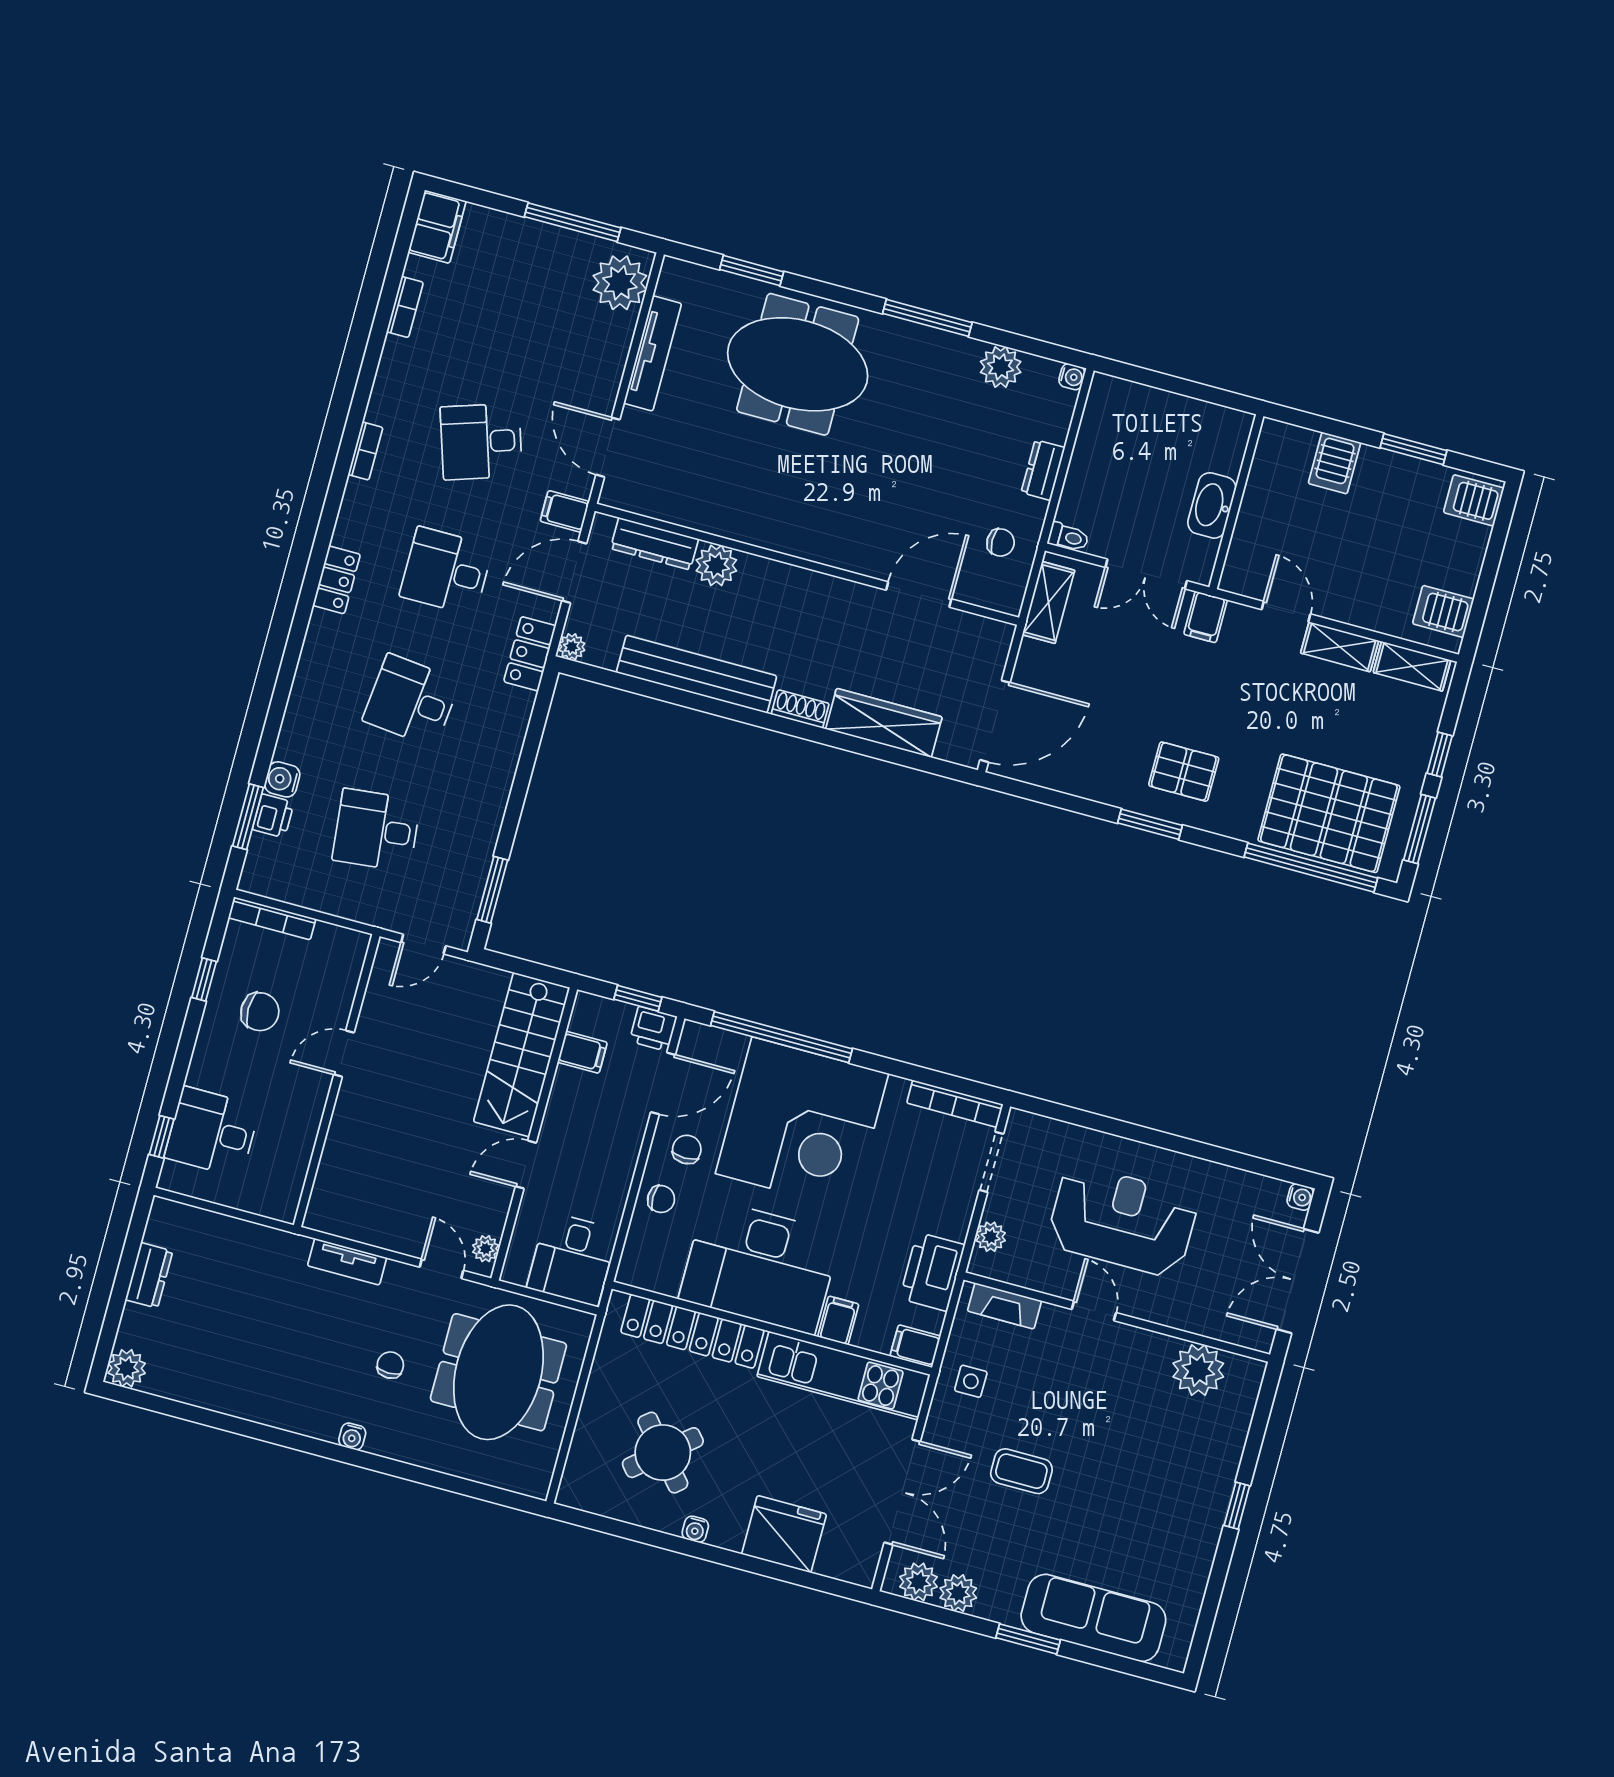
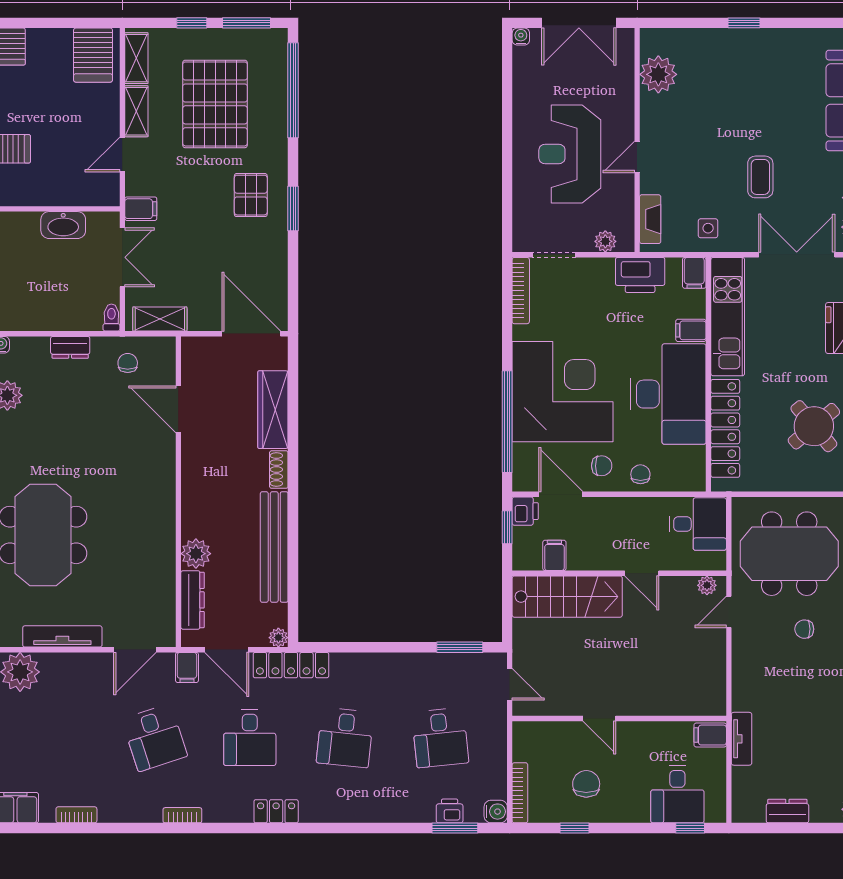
server rack: (1443, 611) -> (93, 55), width x1.36, depth x1.44
locker: (530, 654) -> (291, 665), width x1.53
water cooler: (282, 779) -> (496, 812), moved, turned -90
pallet: (1329, 813) -> (215, 104), moved
chair: (687, 1149) -> (602, 466), turned 180
filing cabinet: (281, 1198) -> (710, 735), added
tv unit: (347, 1262) -> (741, 739), moved

